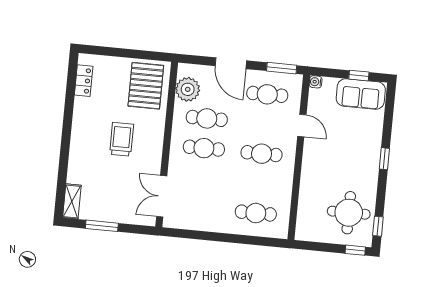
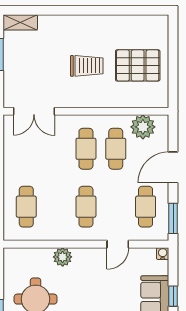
locker: (84, 81) -> (142, 22), removed
pallet: (146, 86) -> (138, 65), moved
plant: (309, 182) -> (63, 257), added
double door: (162, 196) -> (34, 111), swing flipped

